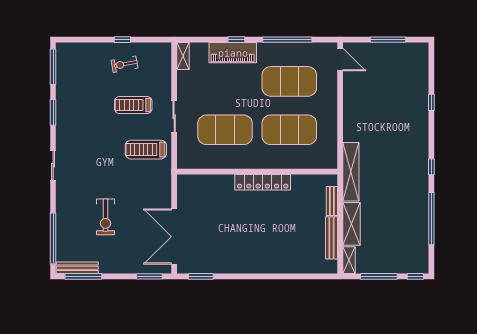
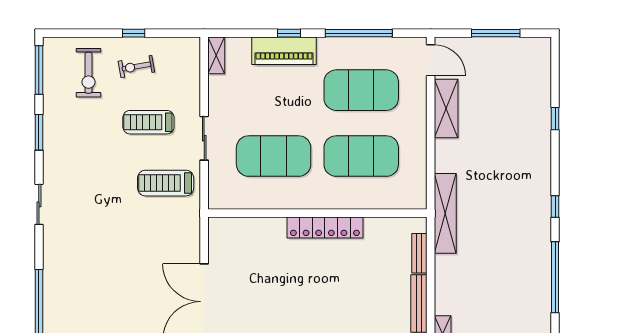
exercise bike: (106, 217) -> (89, 73), moved
shelving: (351, 224) -> (446, 109), moved

